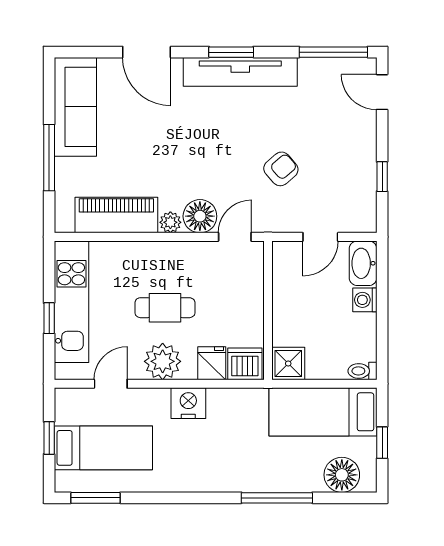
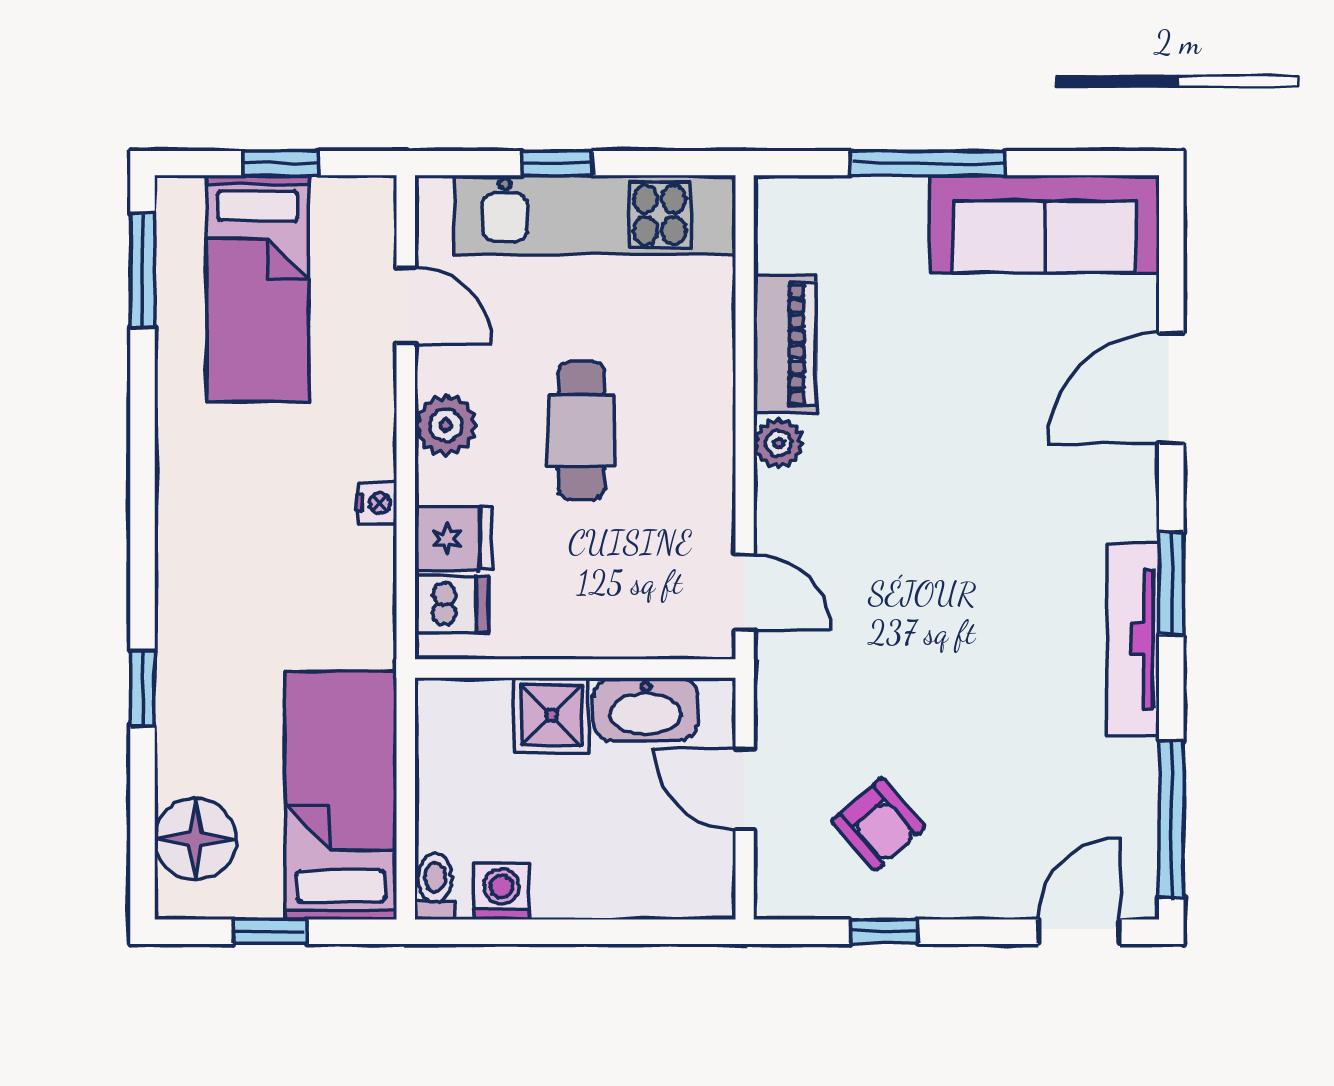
tv unit: (240, 72) -> (1133, 639), width x0.73, depth x0.78
armchair: (281, 169) -> (878, 824), moved
piano: (116, 215) -> (785, 344), width x0.73, depth x0.75
floor lamp: (200, 216) -> (792, 511), removed
washbasin: (363, 263) -> (646, 709), moved, turned 180
washing machine: (365, 300) -> (502, 892), moved
plant: (163, 361) -> (446, 425), width x0.73, depth x0.73
shower: (288, 363) -> (551, 715), moved
dishwasher: (245, 364) -> (452, 604), width x0.73
nightstand: (188, 403) -> (377, 503), width x0.53, depth x0.56
window: (277, 498) -> (142, 689), width x0.46

